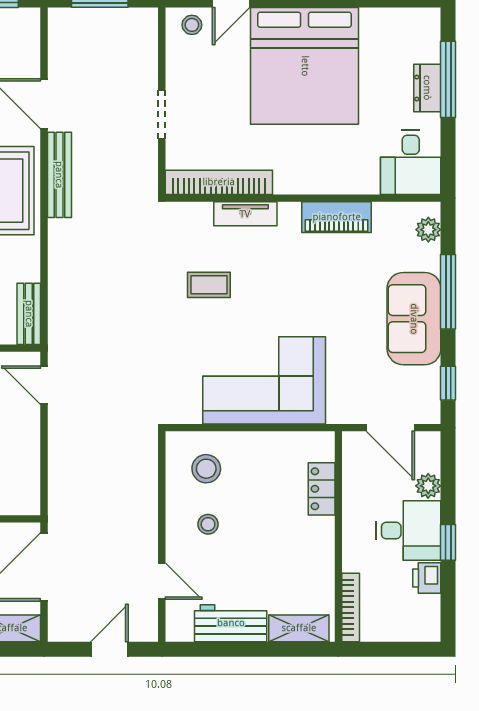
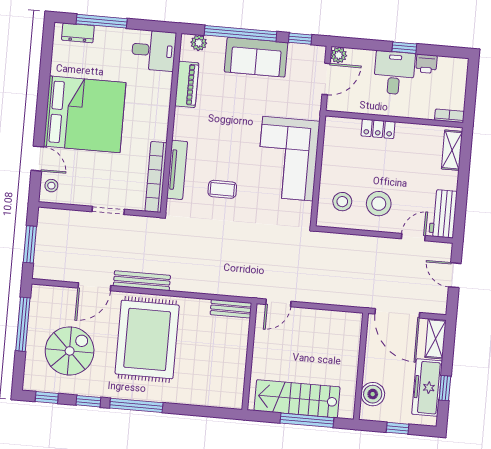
dresser: (427, 88) -> (78, 33), moved
tv unit: (245, 214) -> (177, 170), width x1.41
piano: (337, 217) -> (187, 84), moved
coffee table: (209, 285) -> (222, 189), turned 90
window: (448, 292) -> (240, 33), width x1.46
plant: (428, 486) -> (339, 55), moved
locker: (322, 489) -> (378, 129), moved
stool: (208, 524) -> (379, 204), width x1.89, depth x1.89
bookcase: (351, 607) -> (449, 116), width x0.64
workbench: (231, 623) -> (443, 214), moved

